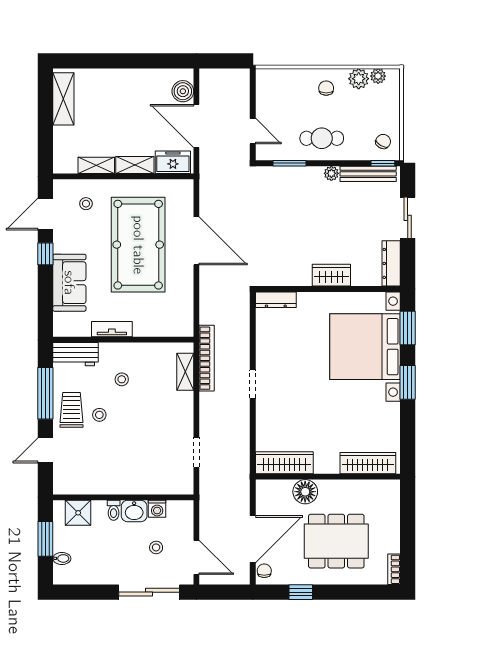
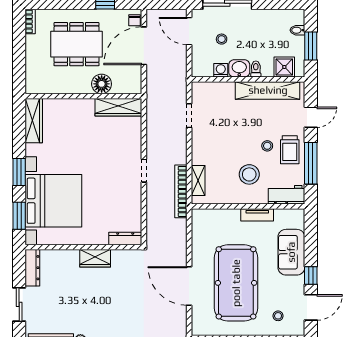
wardrobe: (331, 275) -> (95, 258), moved
stool: (122, 379) -> (249, 174), width x1.89, depth x1.89
wardrobe: (368, 463) -> (34, 121), moved, turned -90
shelving: (99, 484) -> (268, 90), added

